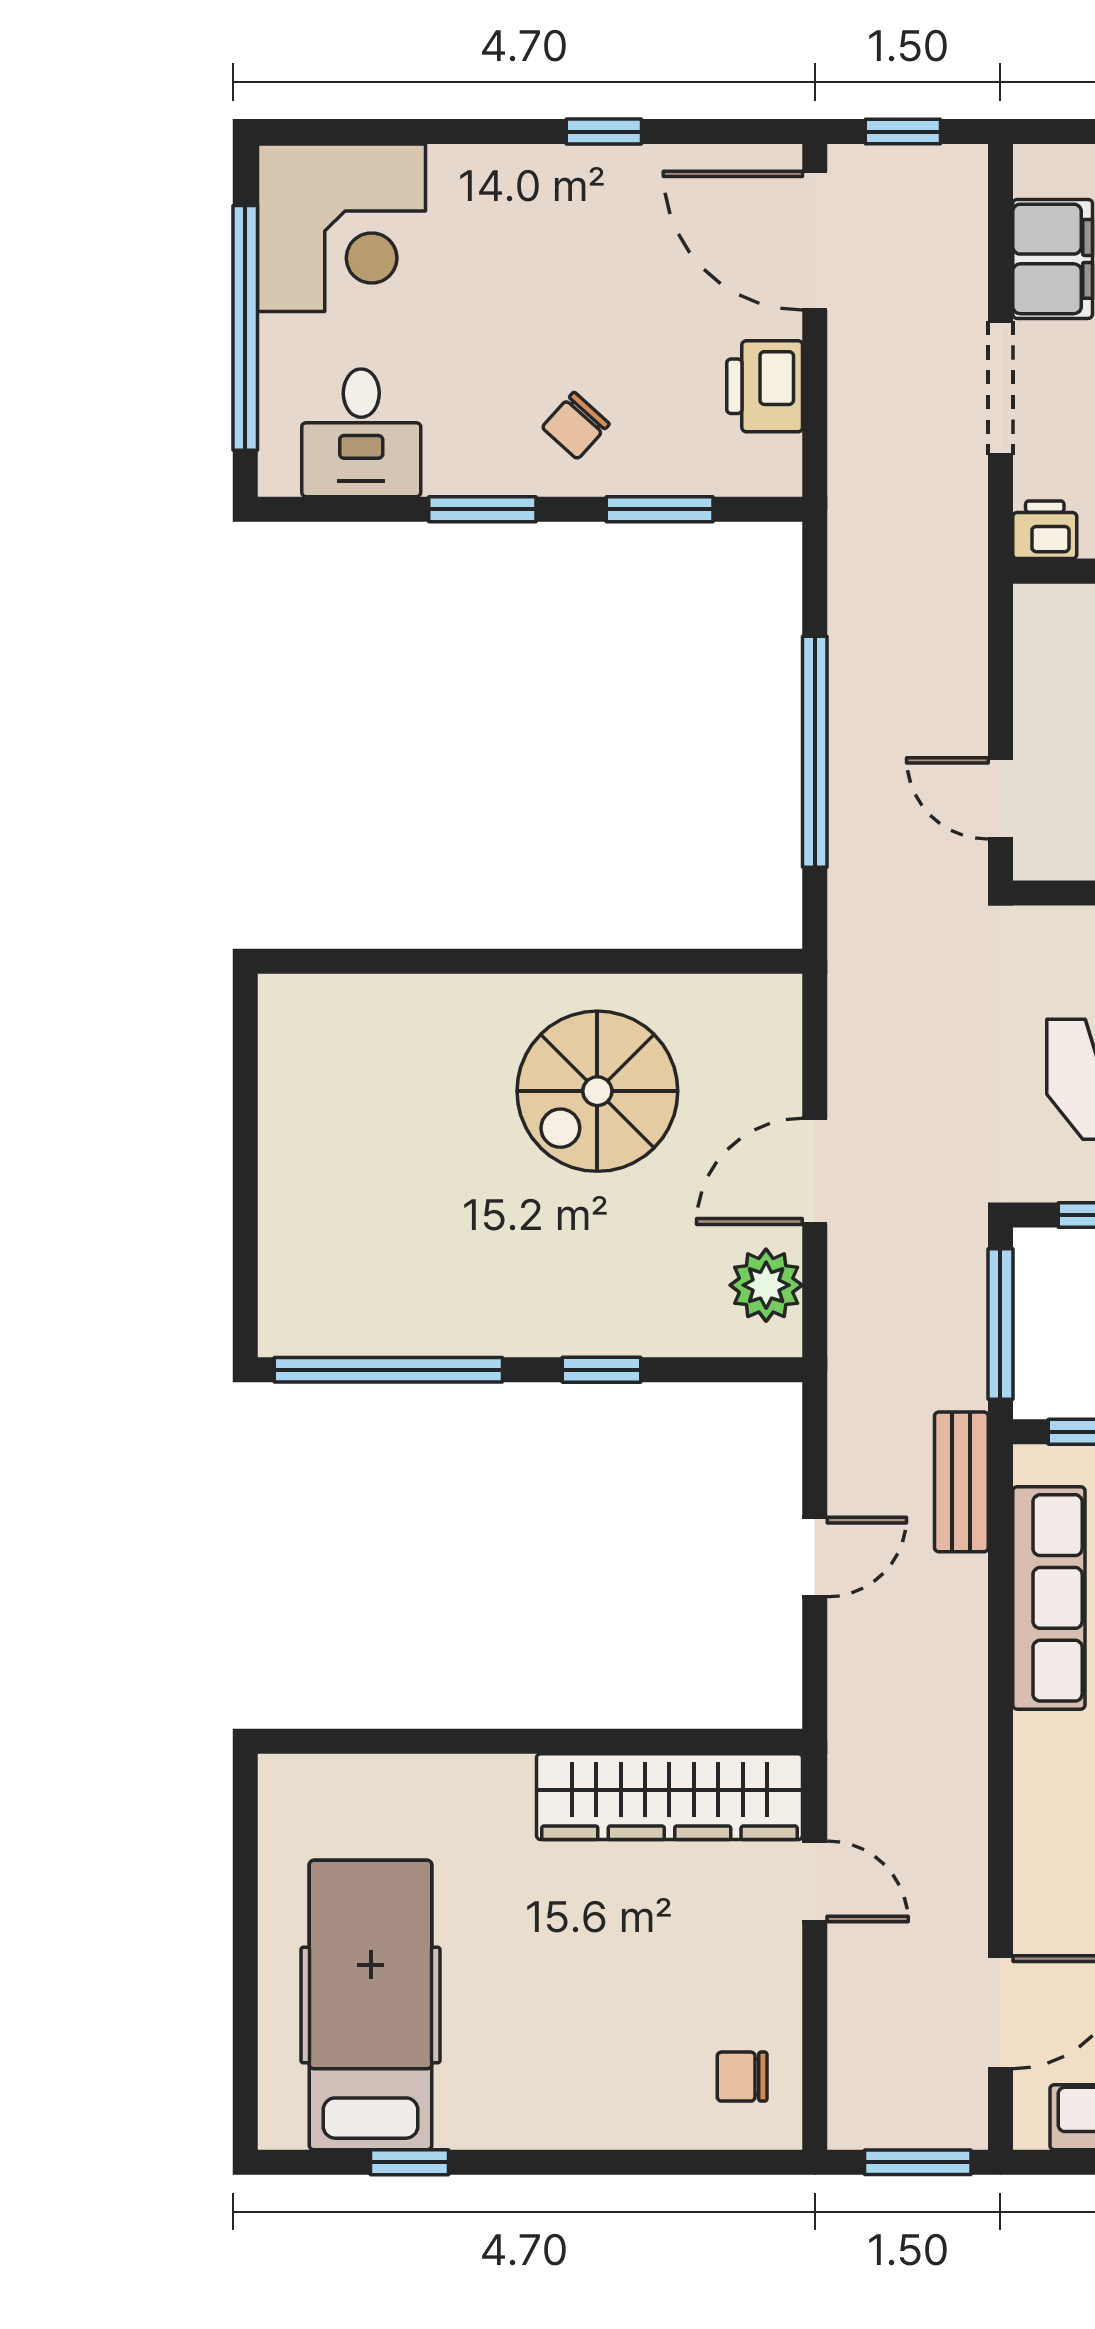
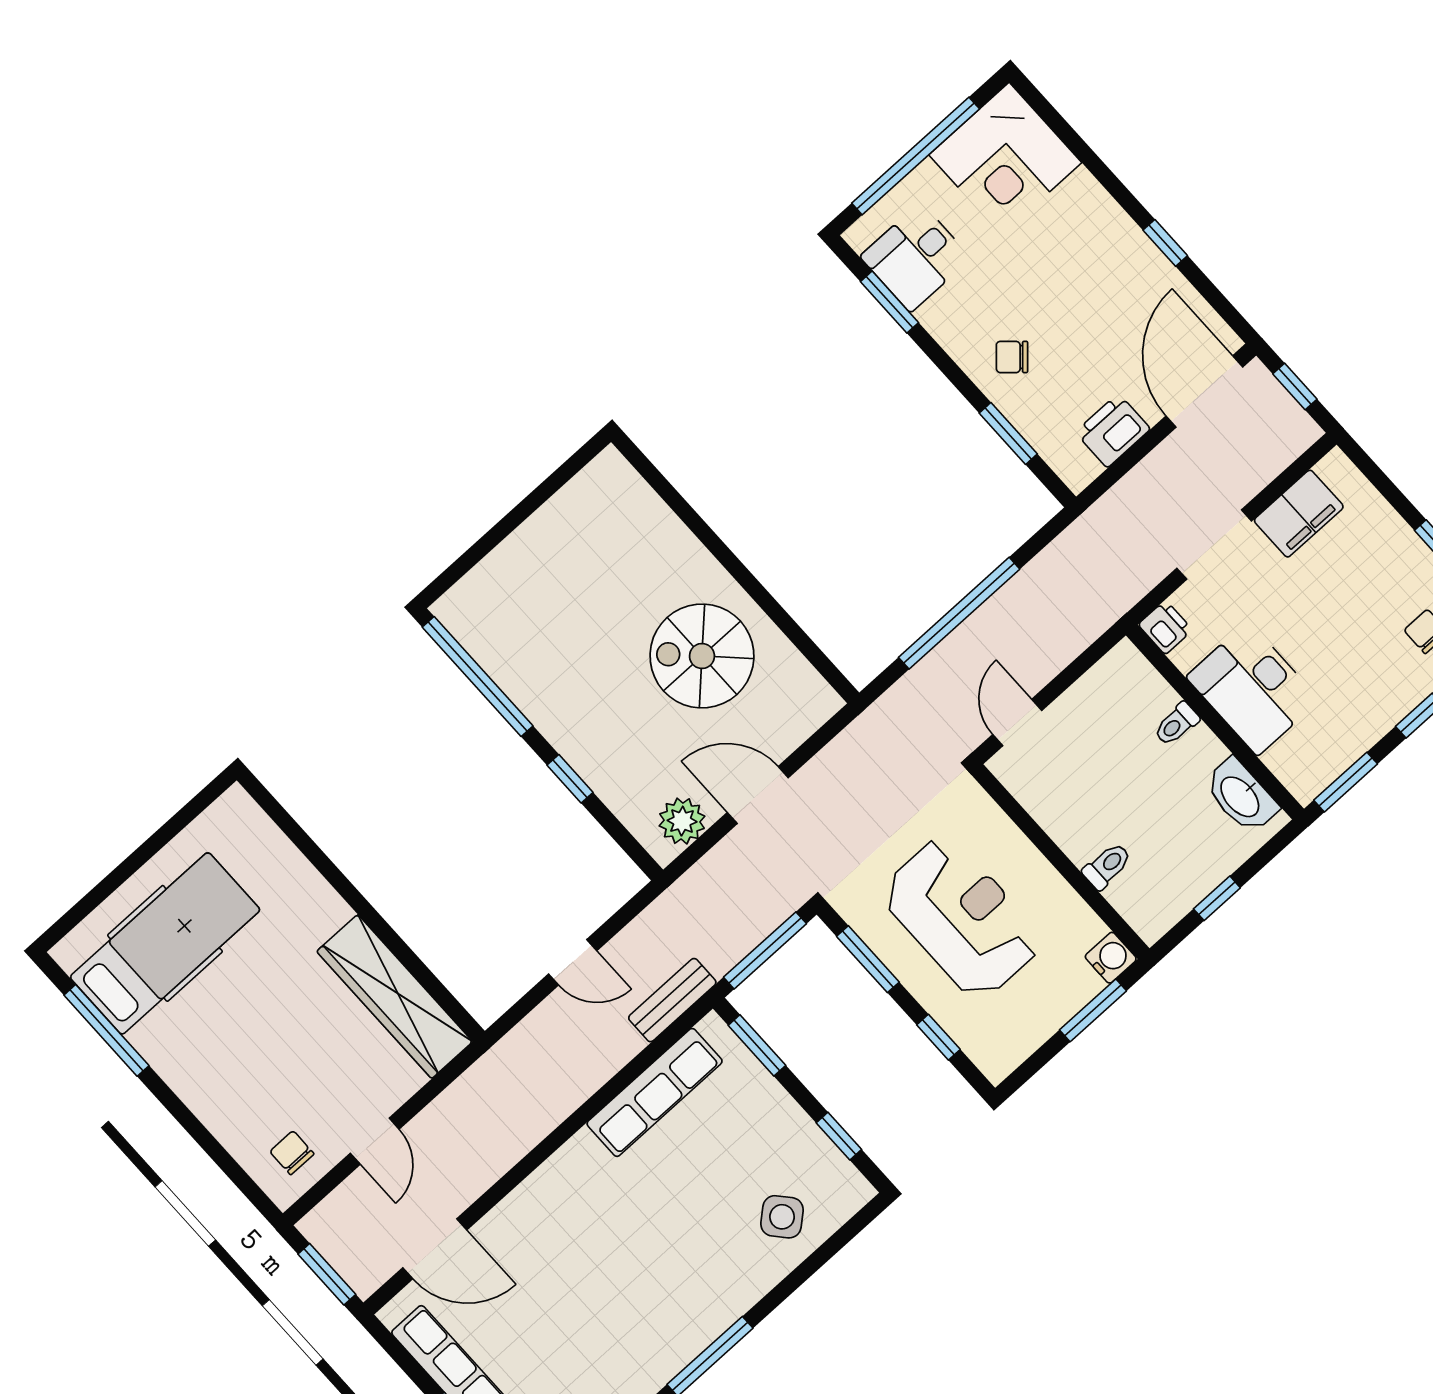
window: (482, 509) -> (889, 302), moved
door: (815, 1881) -> (375, 1141), moved
window: (409, 2162) -> (106, 1030), width x2.17

